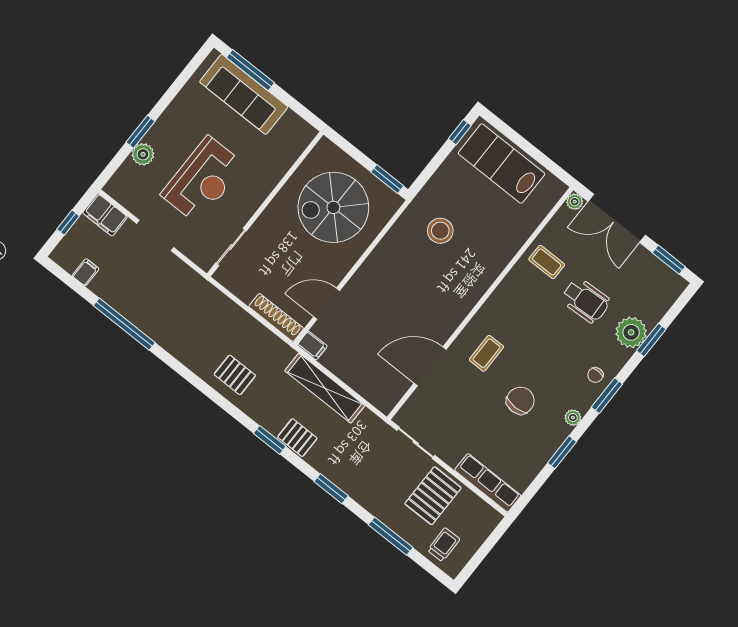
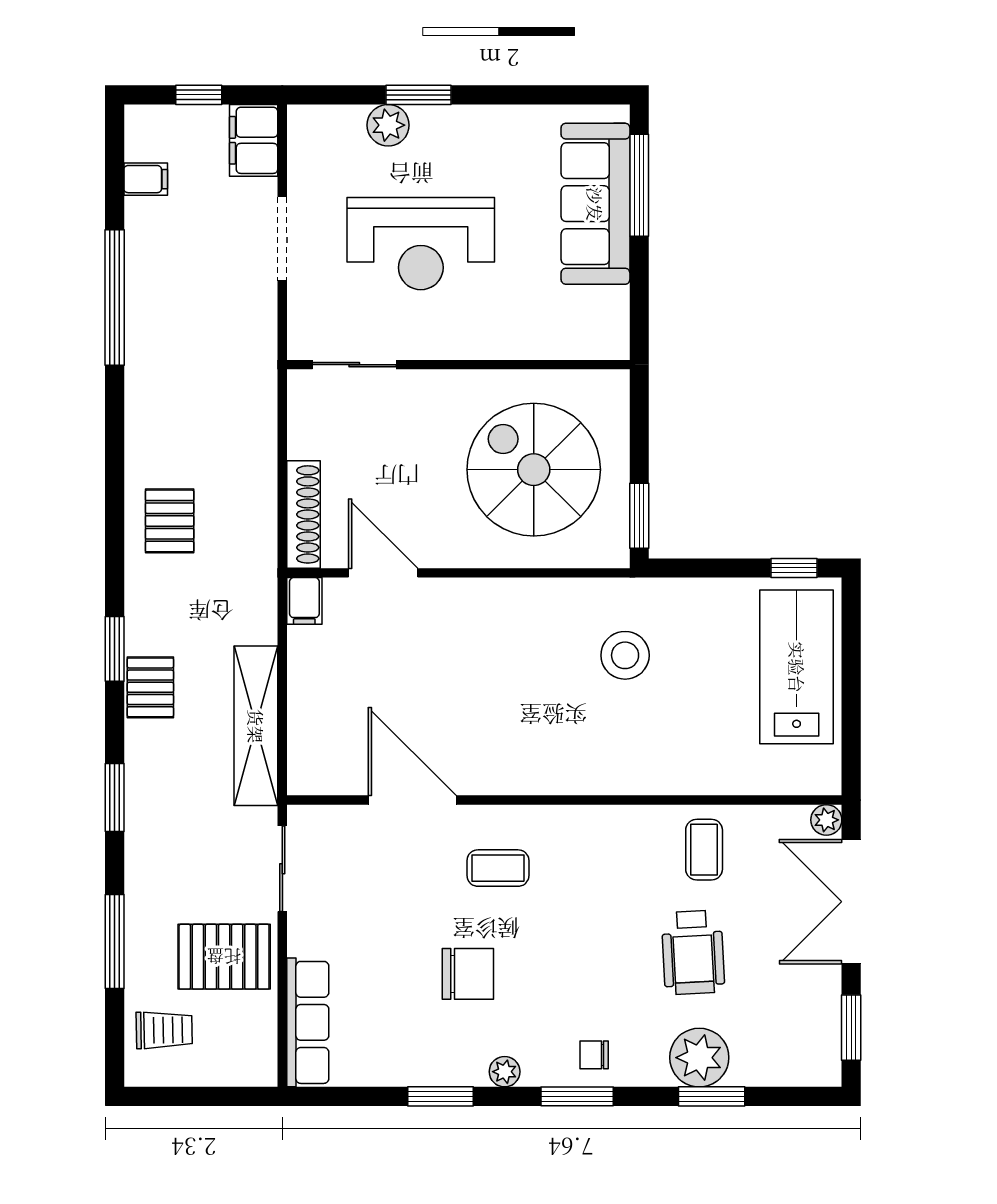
shelving: (325, 388) -> (256, 726), moved

